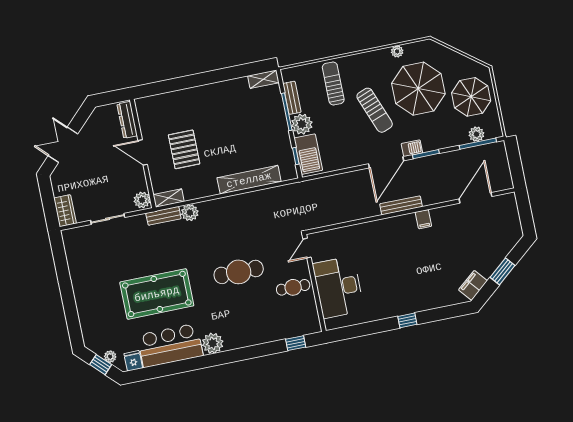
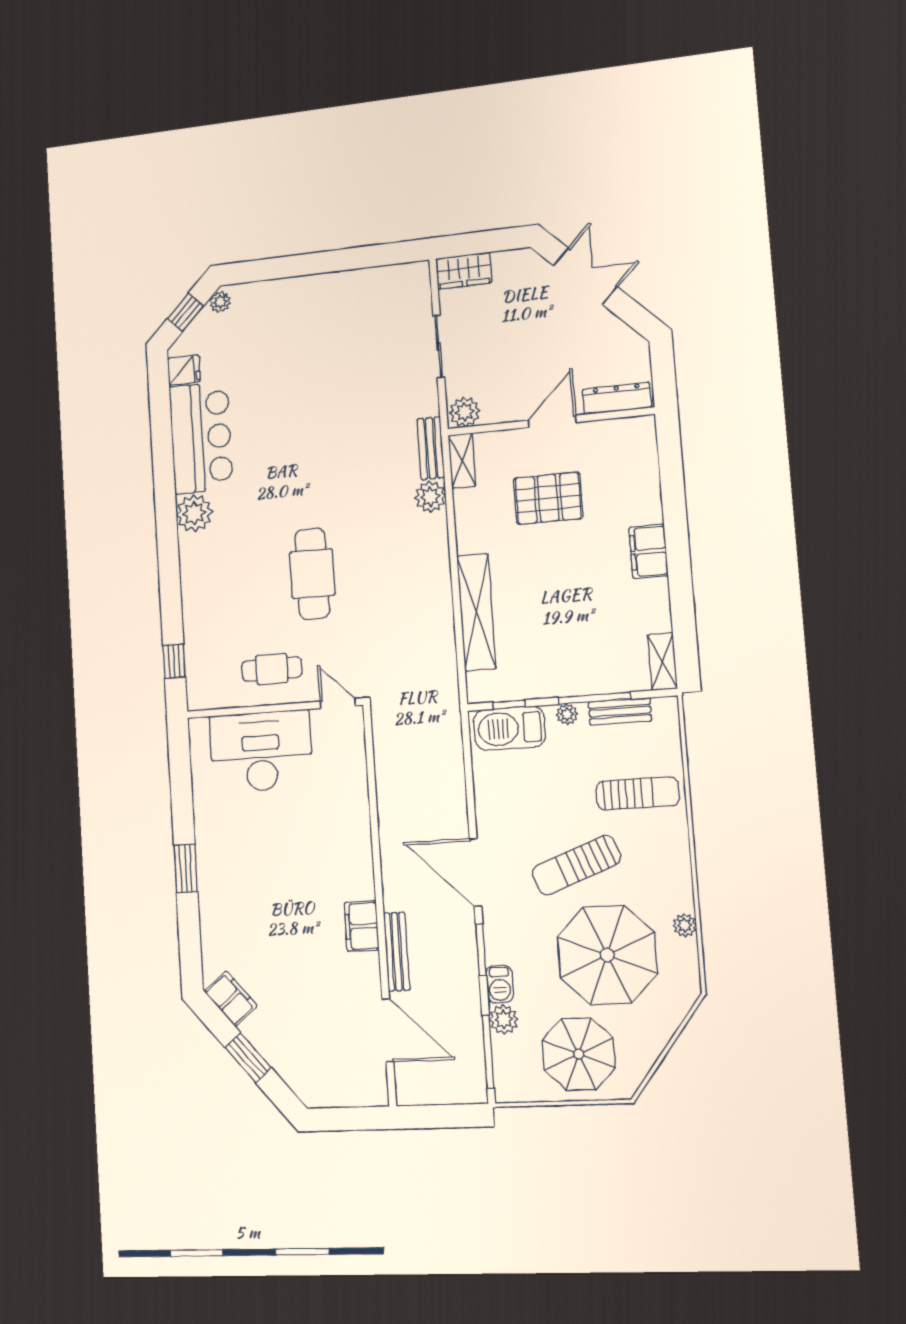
filing cabinet: (207, 93) -> (649, 551), added
plant: (302, 124) -> (567, 714), width x0.53, depth x0.53
plant: (476, 134) -> (504, 1019), moved
barbecue: (412, 148) -> (500, 984), moved
bench: (401, 205) -> (397, 952), moved
filing cabinet: (423, 219) -> (362, 926), width x2.00
cafe table: (293, 287) -> (272, 669), turned 90
pool table: (157, 294) -> (293, 423), removed
window: (407, 320) -> (186, 868), width x1.50
plant: (110, 357) -> (220, 302), moved

